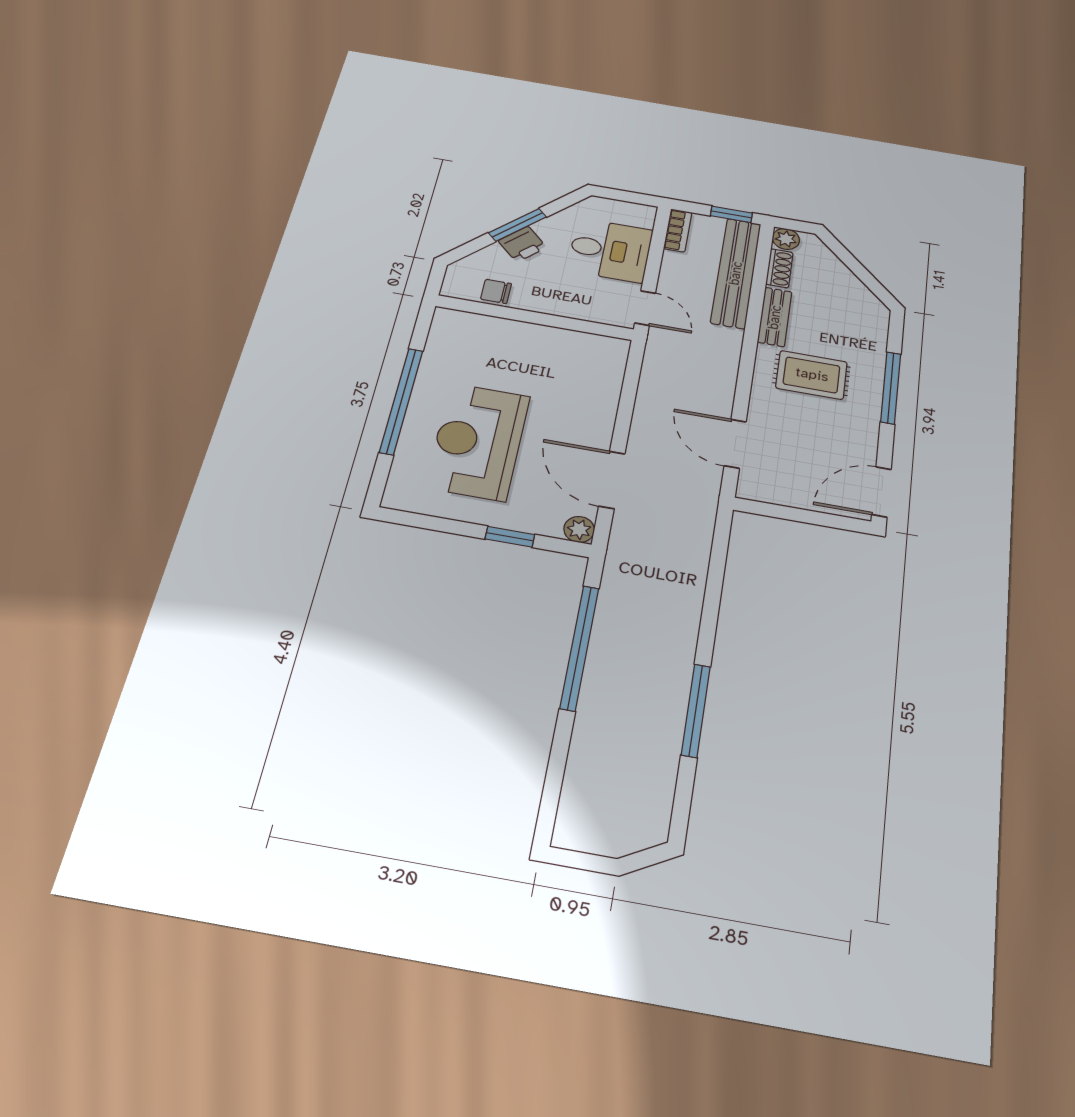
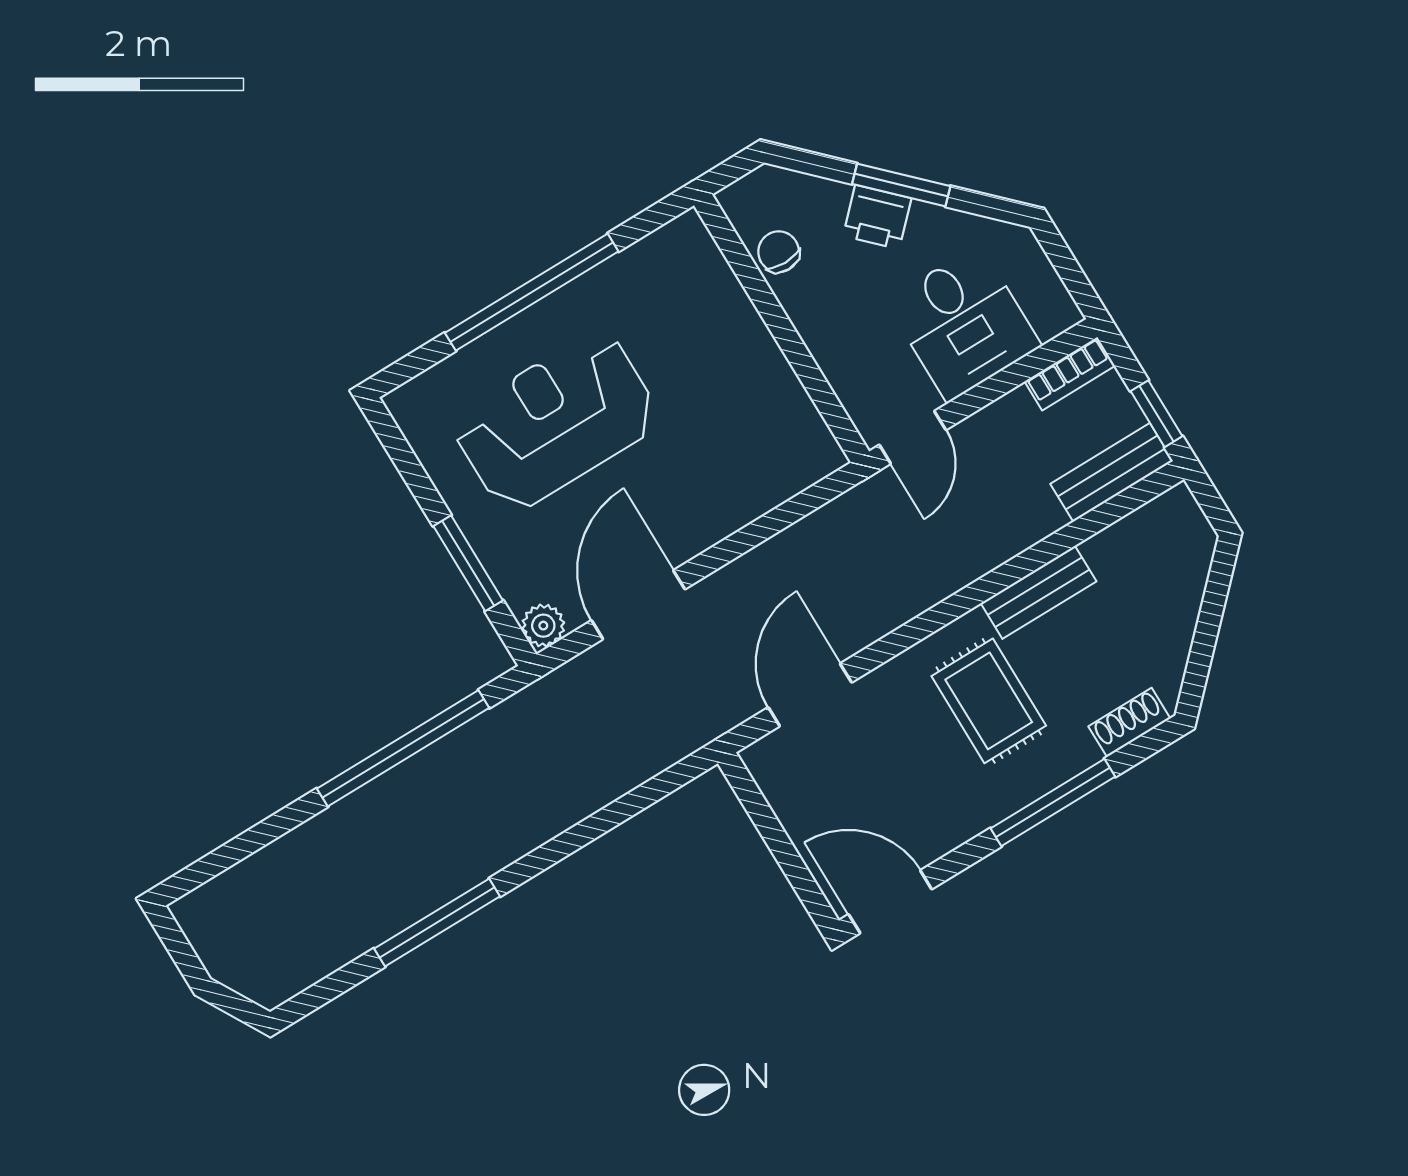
plant: (786, 239) -> (1177, 508), removed
shoe rack: (779, 268) -> (1129, 722), moved, turned 180
bench: (736, 273) -> (1112, 472), width x0.54, depth x0.82
window: (510, 537) -> (468, 563), width x1.50

